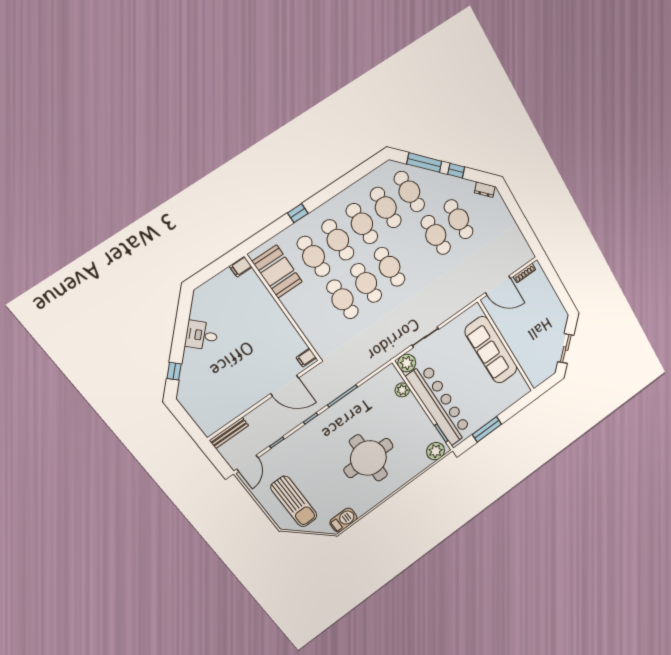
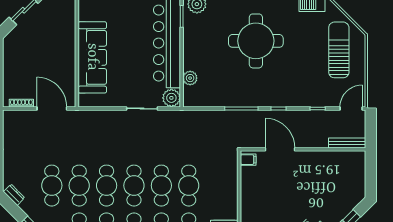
cafe table: (413, 251) -> (107, 186), added

